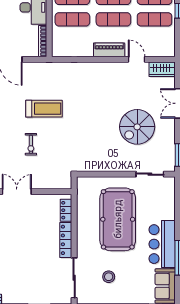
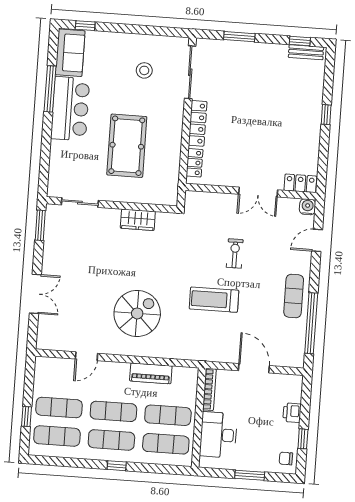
piano: (109, 50) -> (151, 373), moved
door: (137, 59) -> (87, 356), hinge flipped
wardrobe: (162, 69) -> (138, 220), moved, turned 180
spiral stairs: (137, 127) -> (137, 313), moved
pool table: (118, 219) -> (127, 146), width x0.73, depth x0.76

